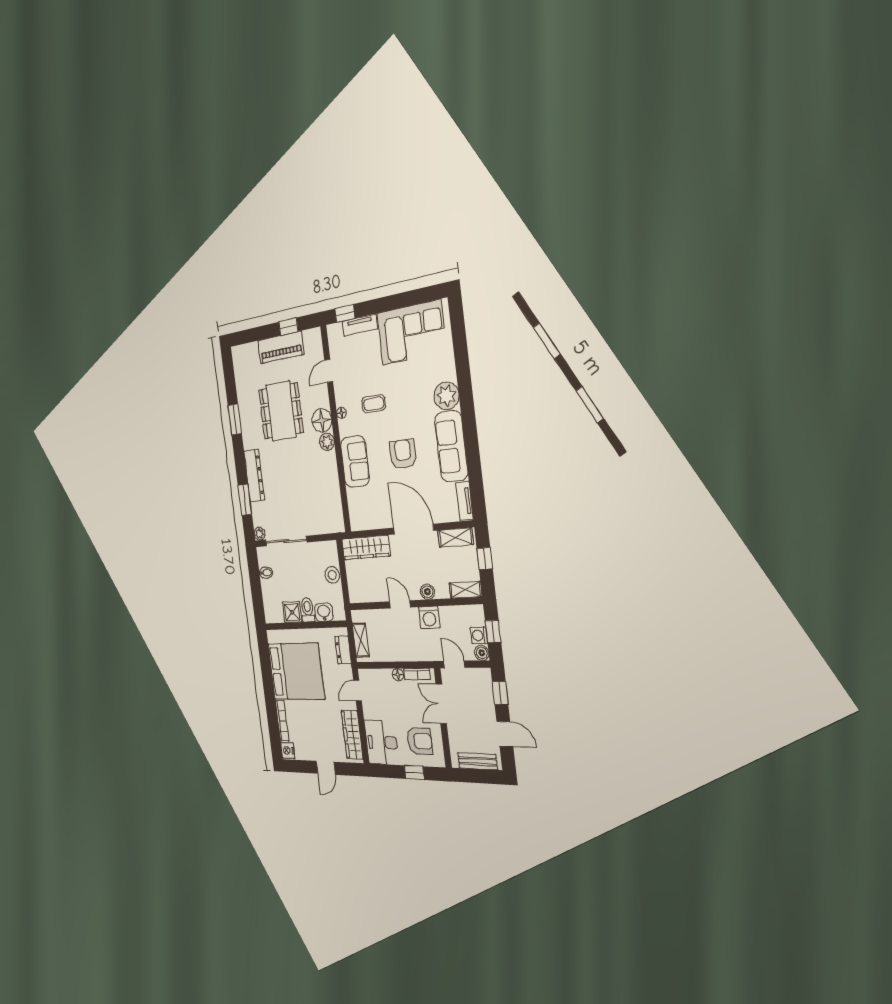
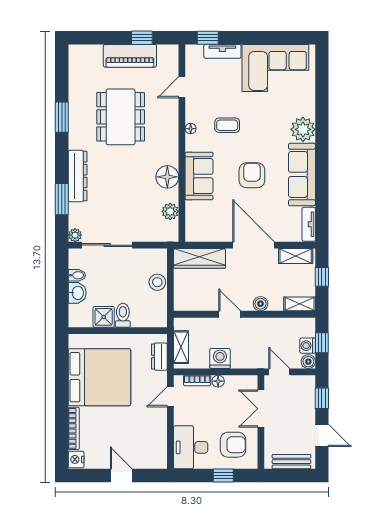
floor lamp: (322, 420) -> (167, 177), moved
plant: (327, 442) -> (170, 211), moved
washbasin: (324, 612) -> (77, 293), moved, turned 90
washing machine: (429, 617) -> (220, 358), moved, turned 180
bookcase: (417, 674) -> (197, 381), moved
wardrobe: (352, 735) -> (158, 441), removed
door: (326, 768) -> (121, 476), swing flipped

